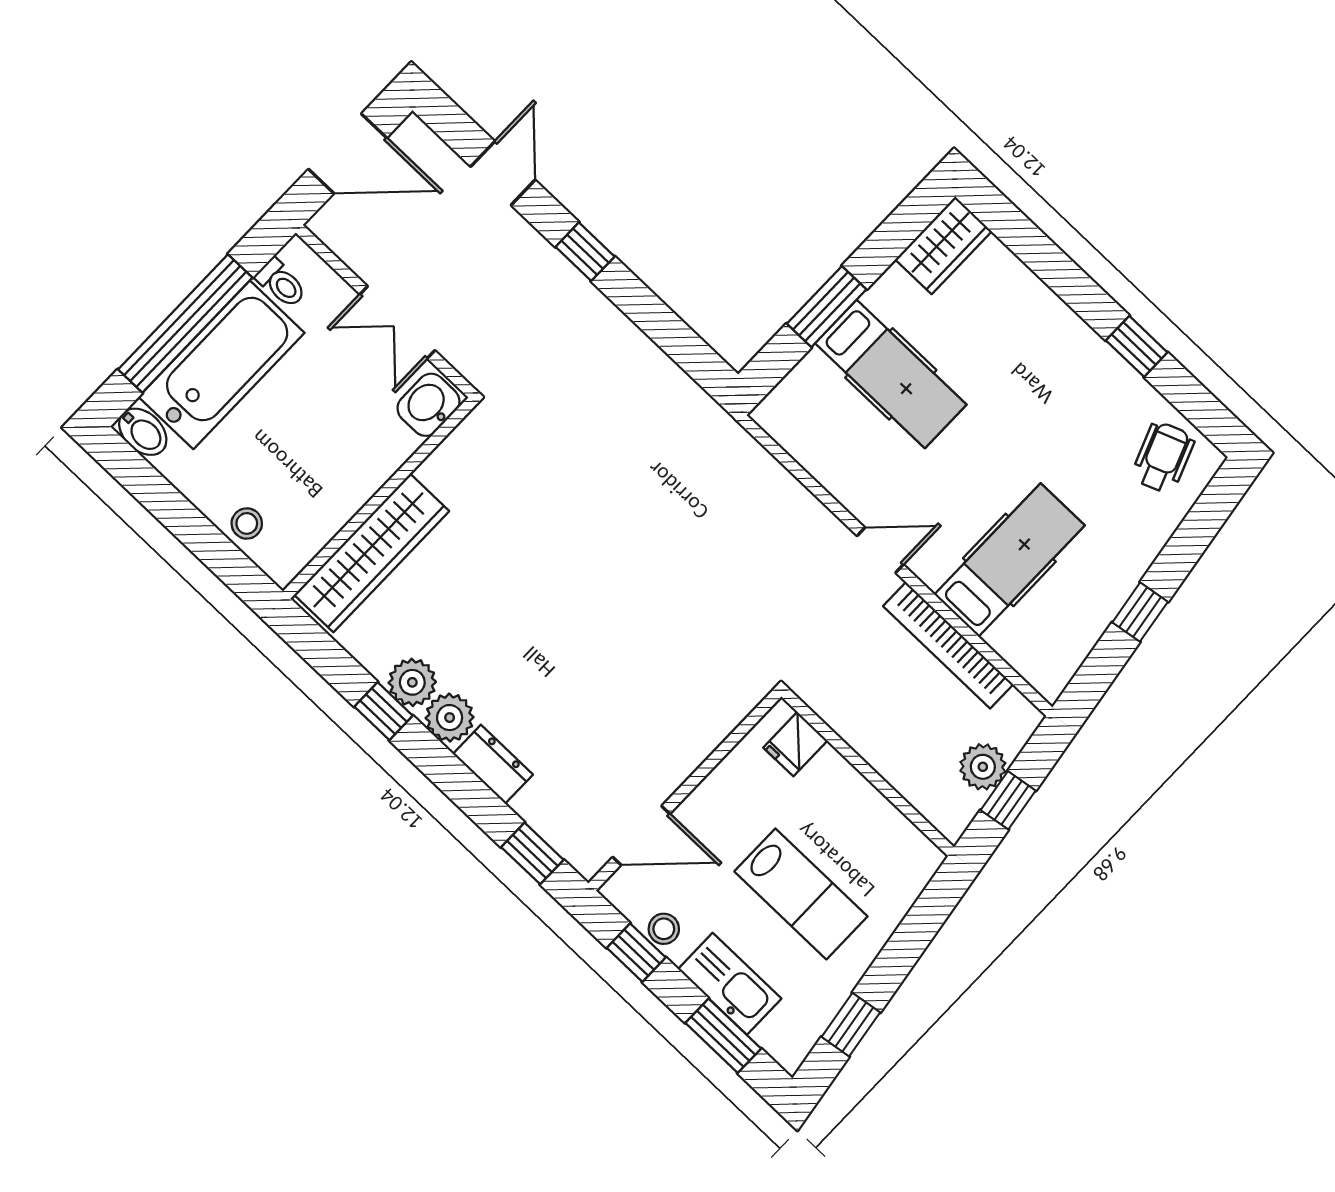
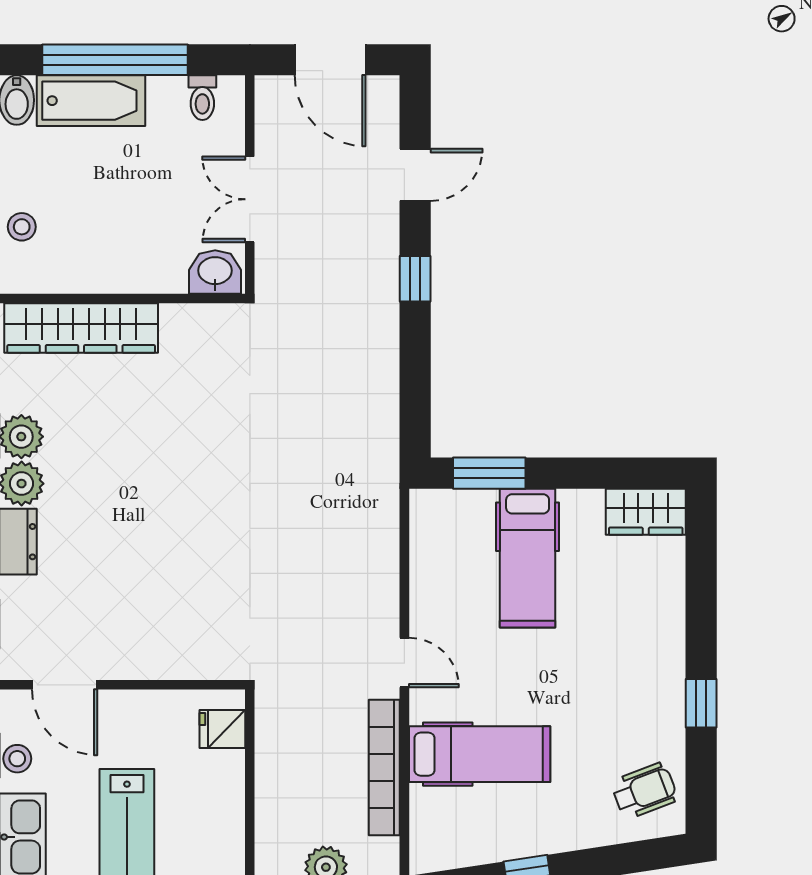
window: (827, 307) -> (489, 473), moved
bathtub: (222, 365) -> (91, 101), width x0.73, depth x0.73

